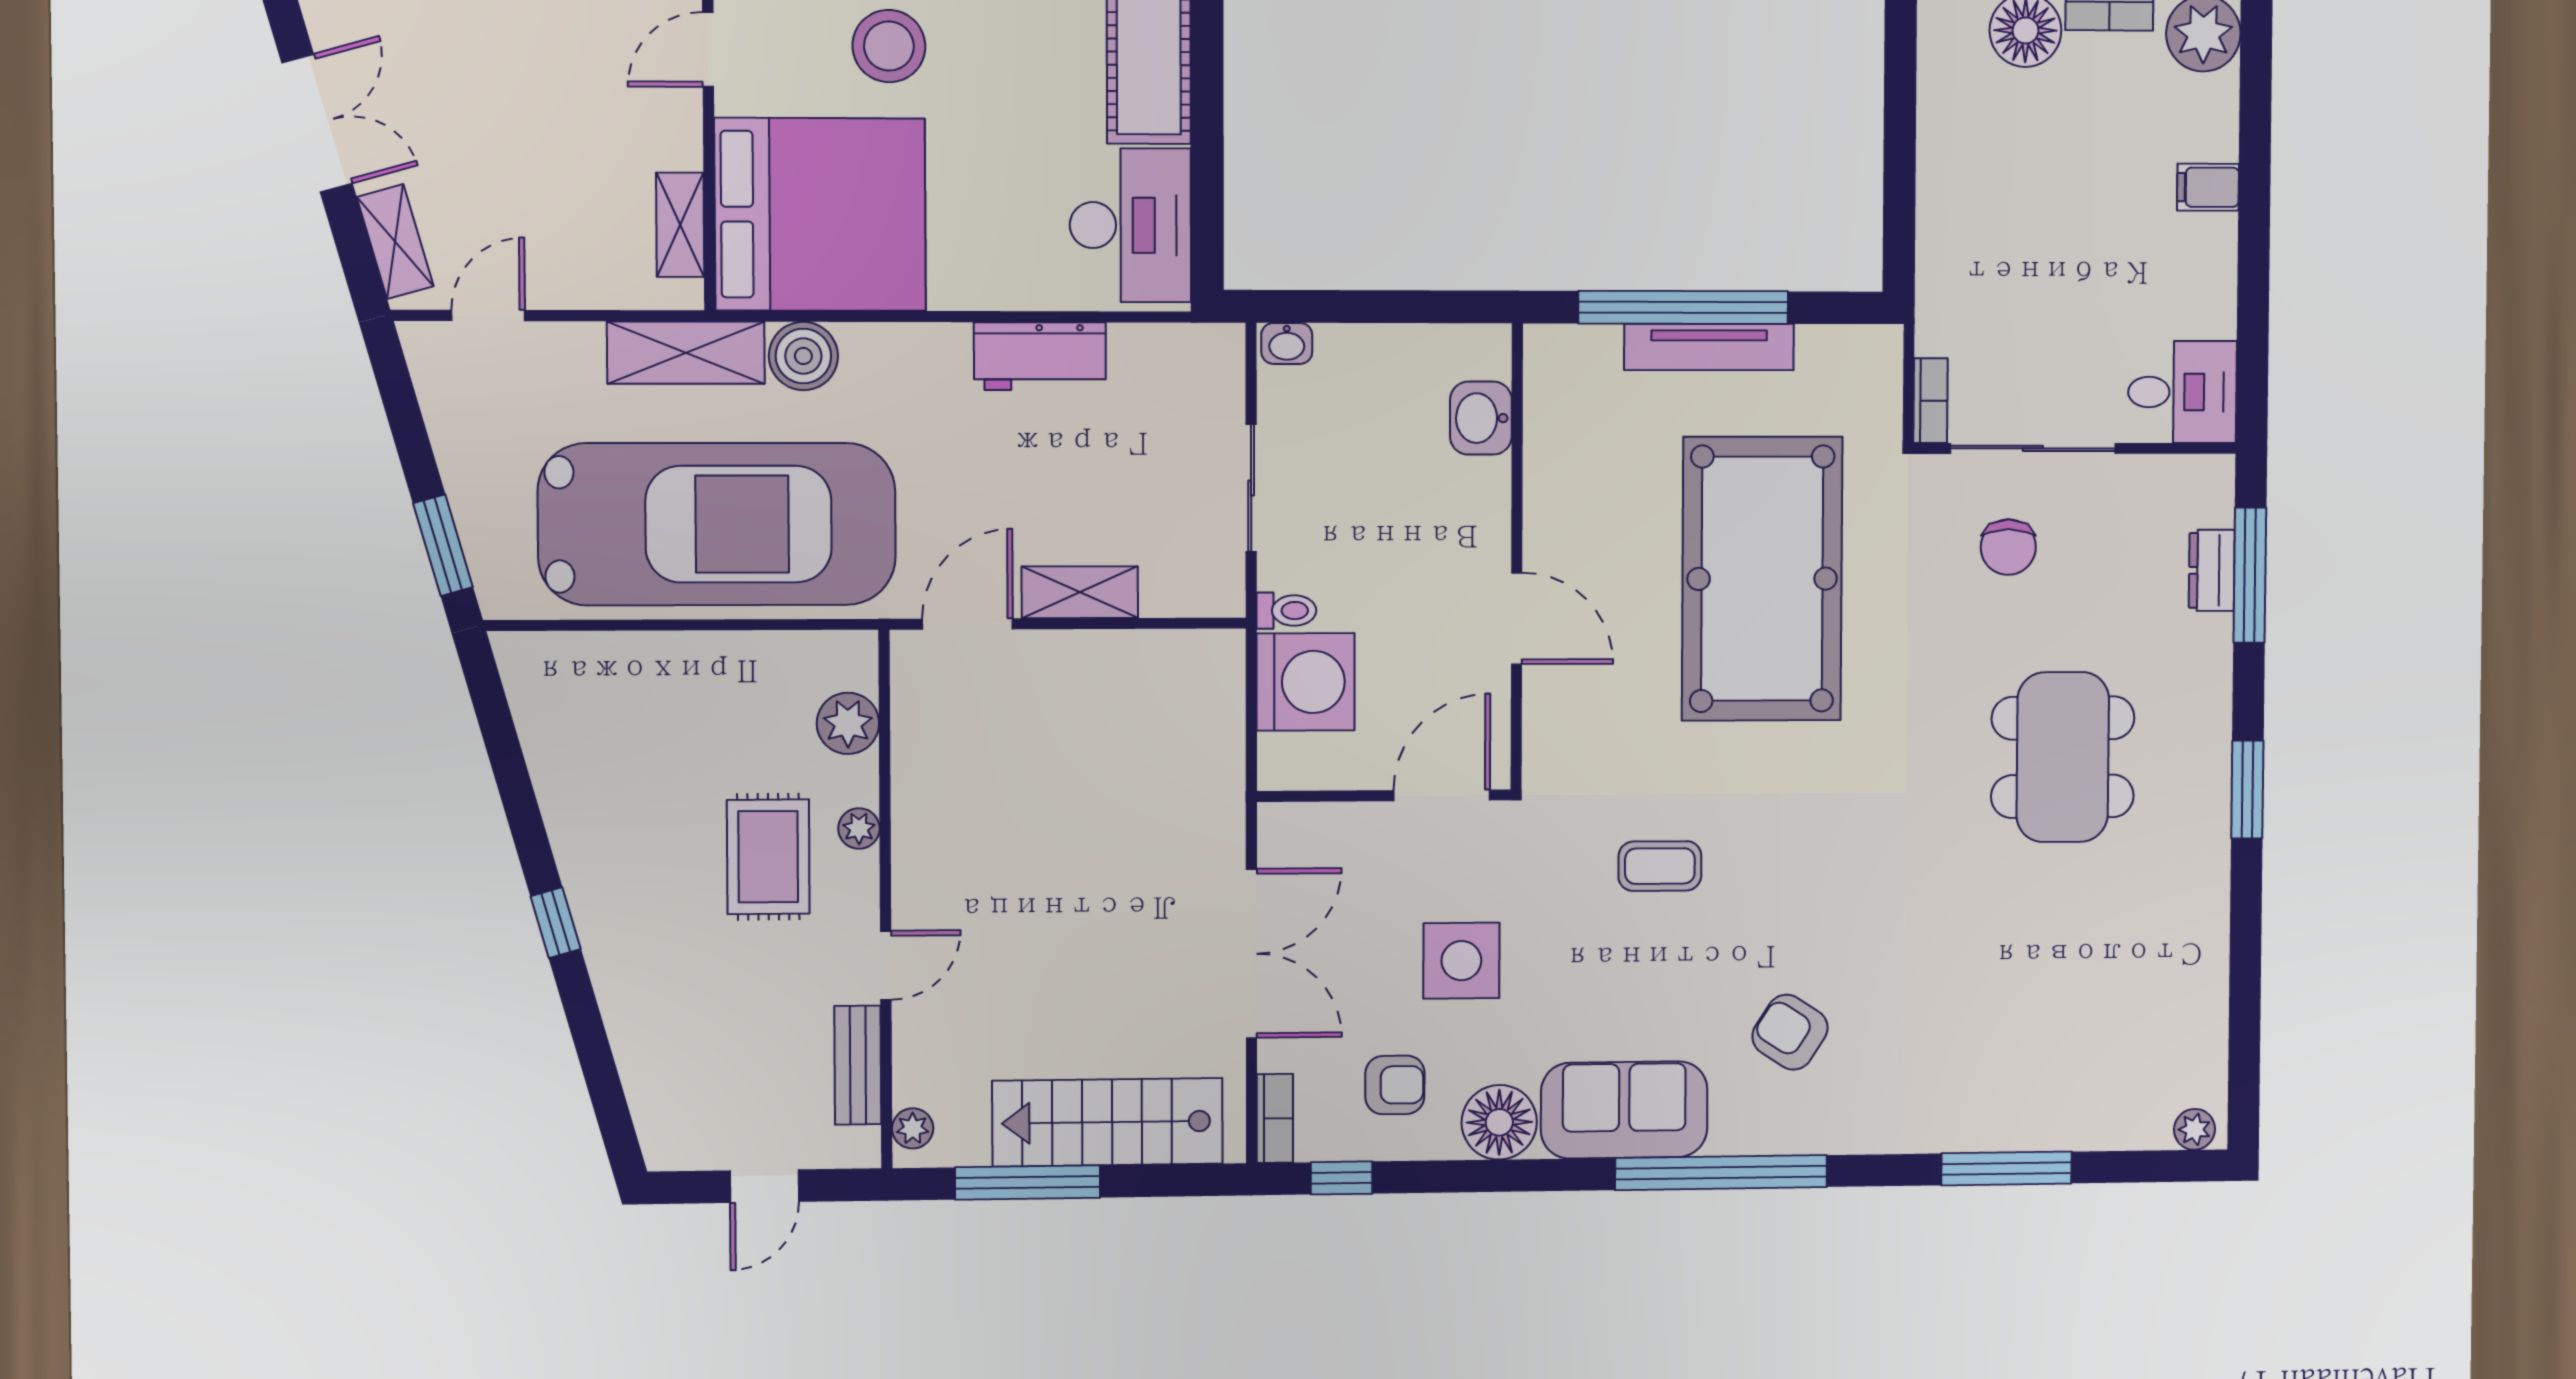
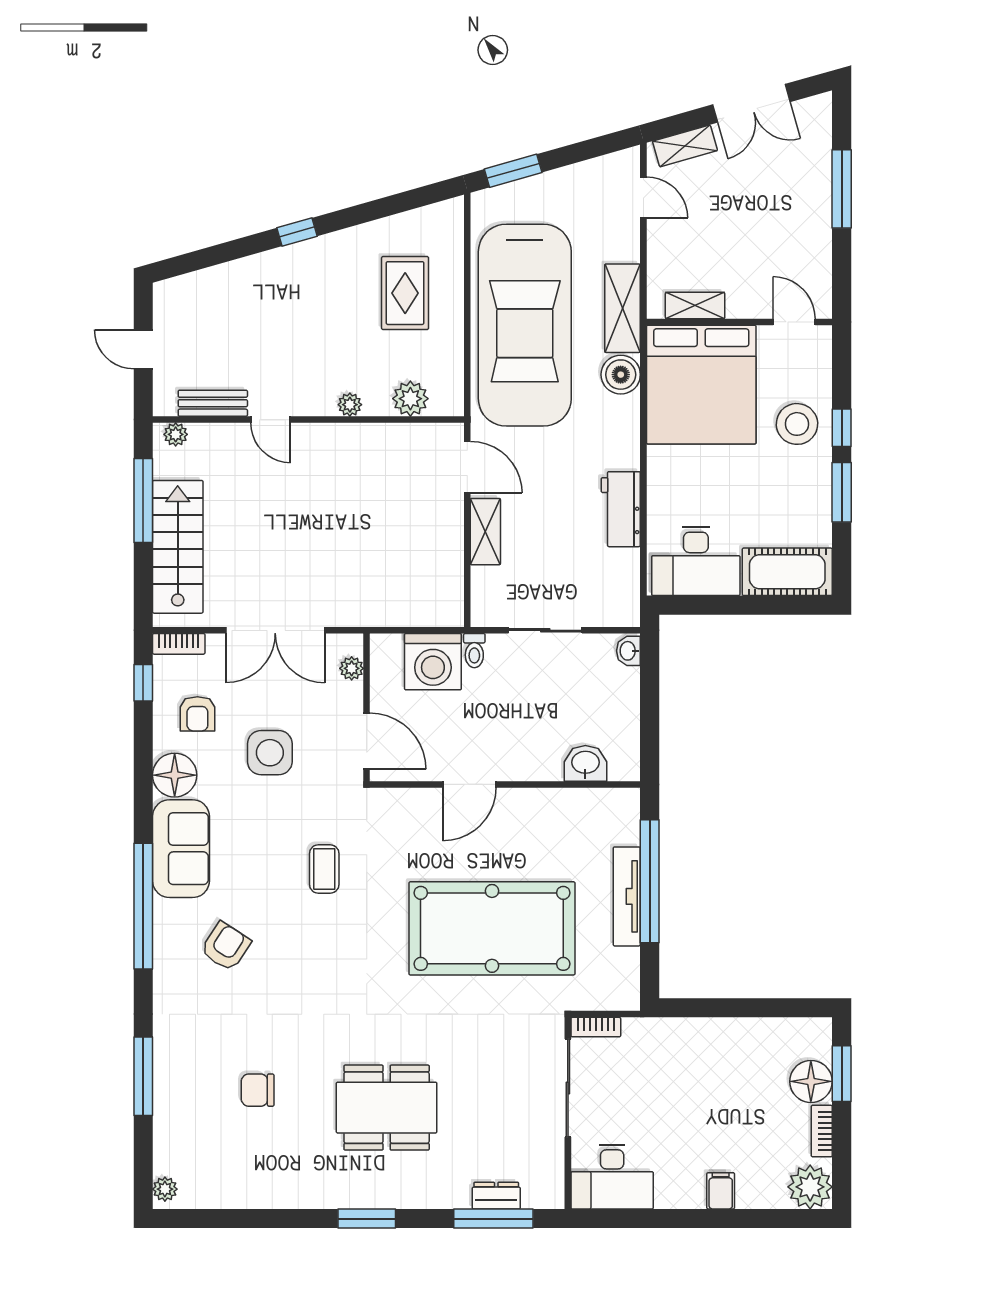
desk: (2182, 392) -> (612, 1177), width x1.37
chair: (2008, 547) -> (258, 1090), moved
plant: (1317, 822) -> (352, 668), added
rug: (768, 857) -> (405, 293), moved, turned 90

